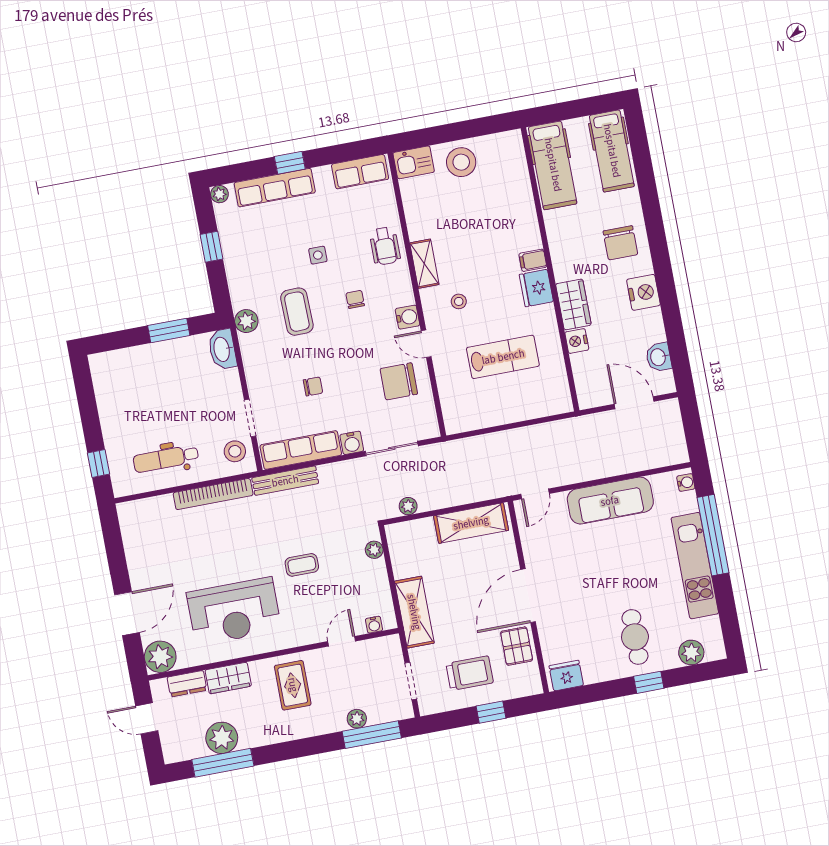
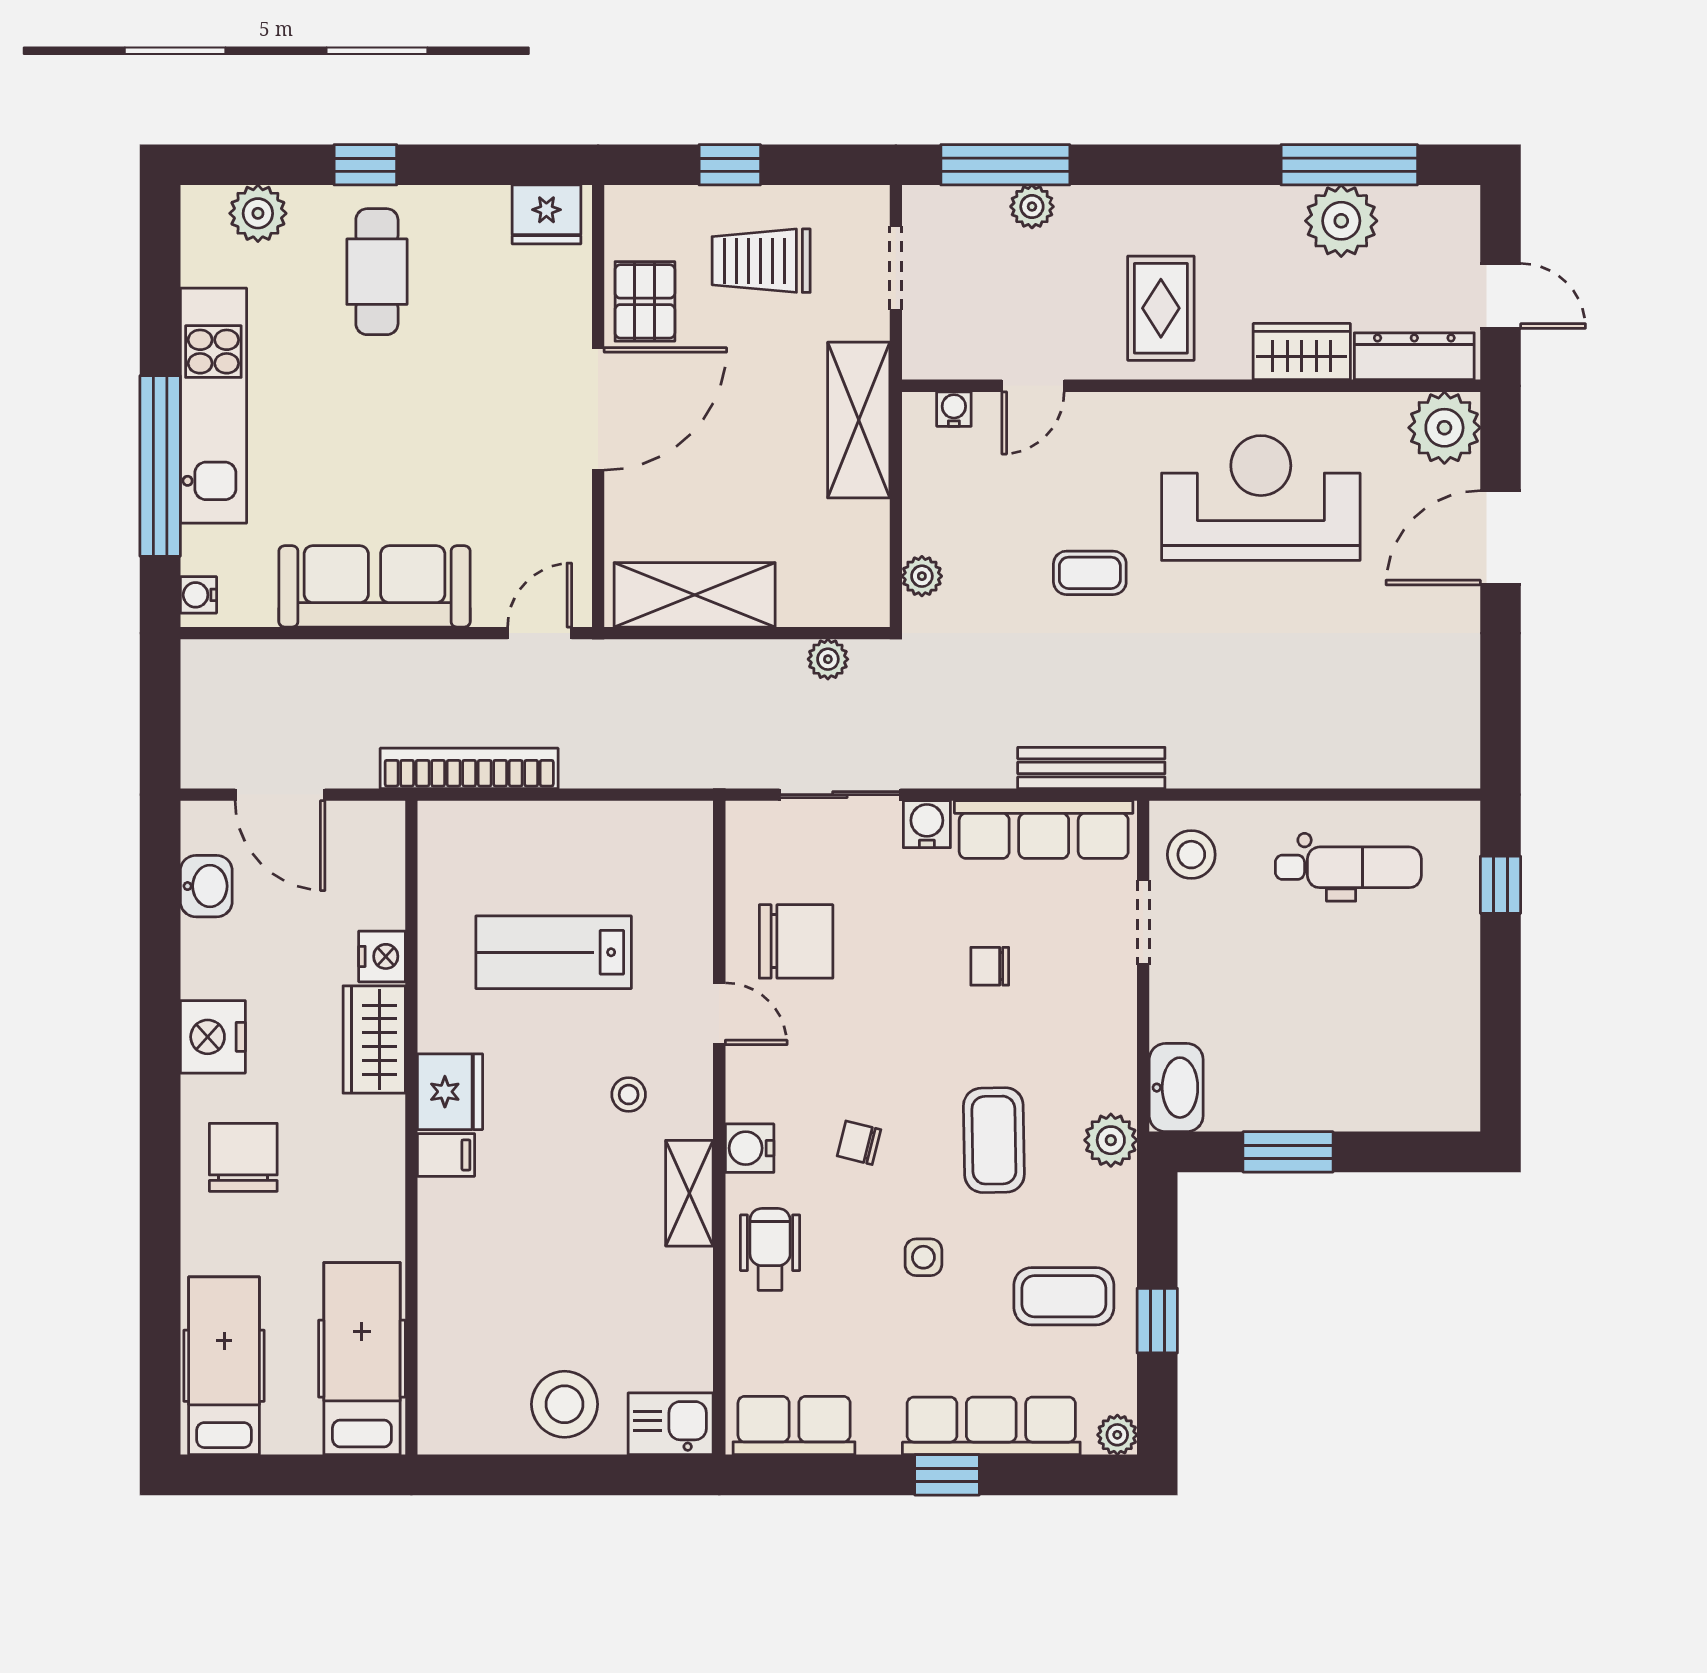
coffee table: (254, 250) -> (1064, 1296), added
chair: (355, 299) -> (859, 1143), turned 104
water cooler: (408, 317) -> (750, 1148), moved
bookcase: (213, 494) -> (469, 768), moved
dresser: (187, 684) -> (1414, 356), width x1.44

